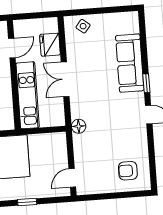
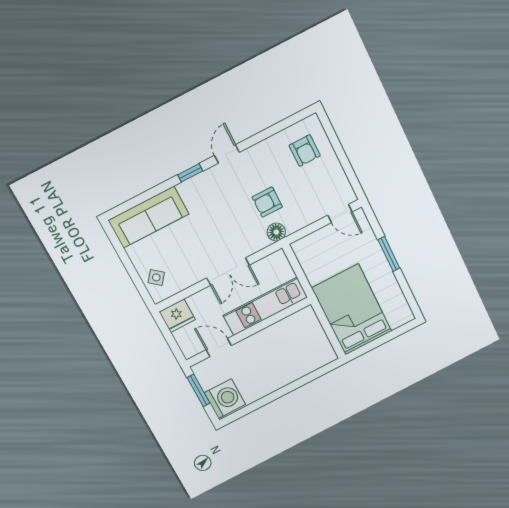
fridge: (50, 45) -> (177, 316), moved
sofa: (130, 63) -> (149, 217), moved
armchair: (103, 129) -> (267, 202), added
window: (27, 202) -> (389, 254), width x1.50

